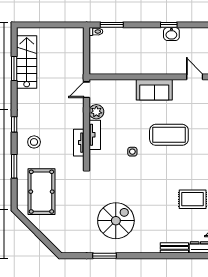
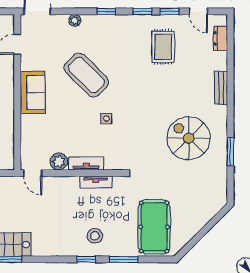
window: (14, 124) -> (86, 259), moved
coffee table: (169, 135) -> (86, 75), turned -45
pool table: (41, 192) -> (154, 227), turned 90
bench: (174, 248) -> (221, 88), moved

